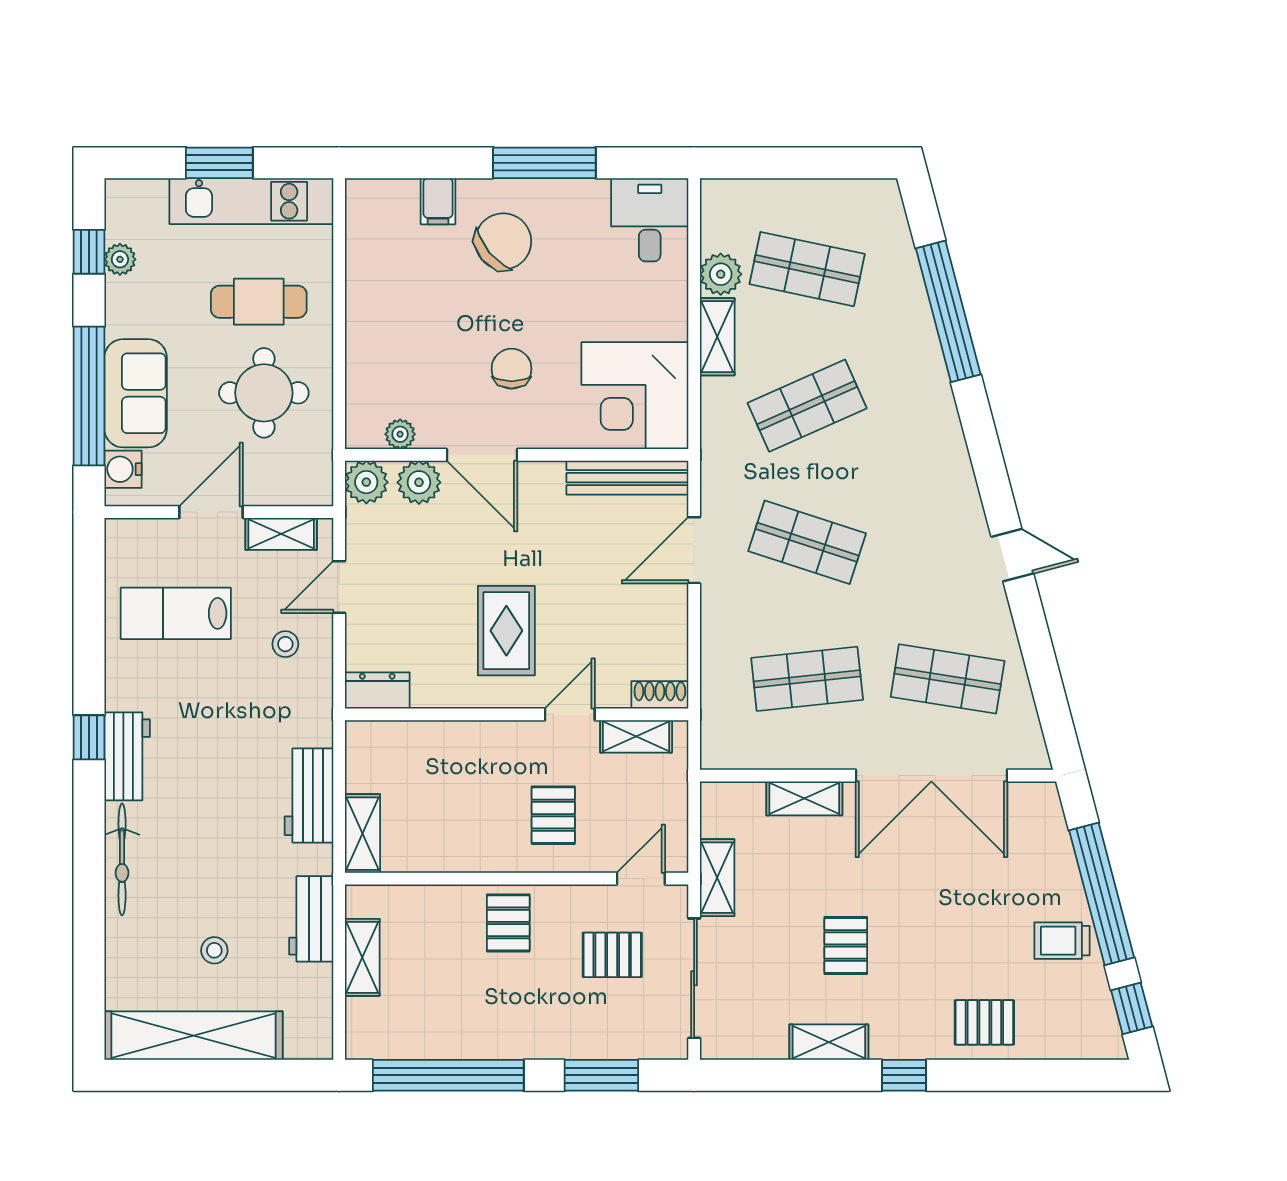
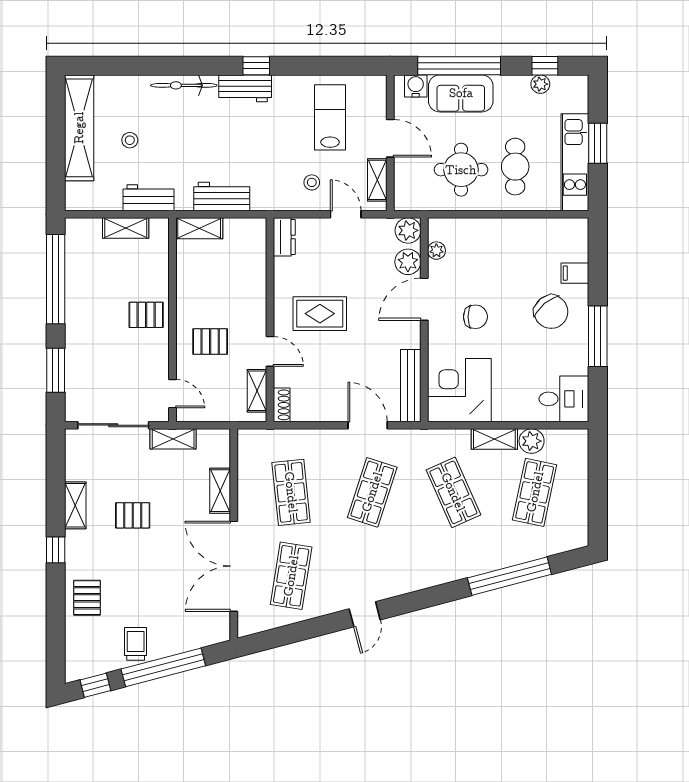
pallet: (612, 955) -> (127, 377), removed

